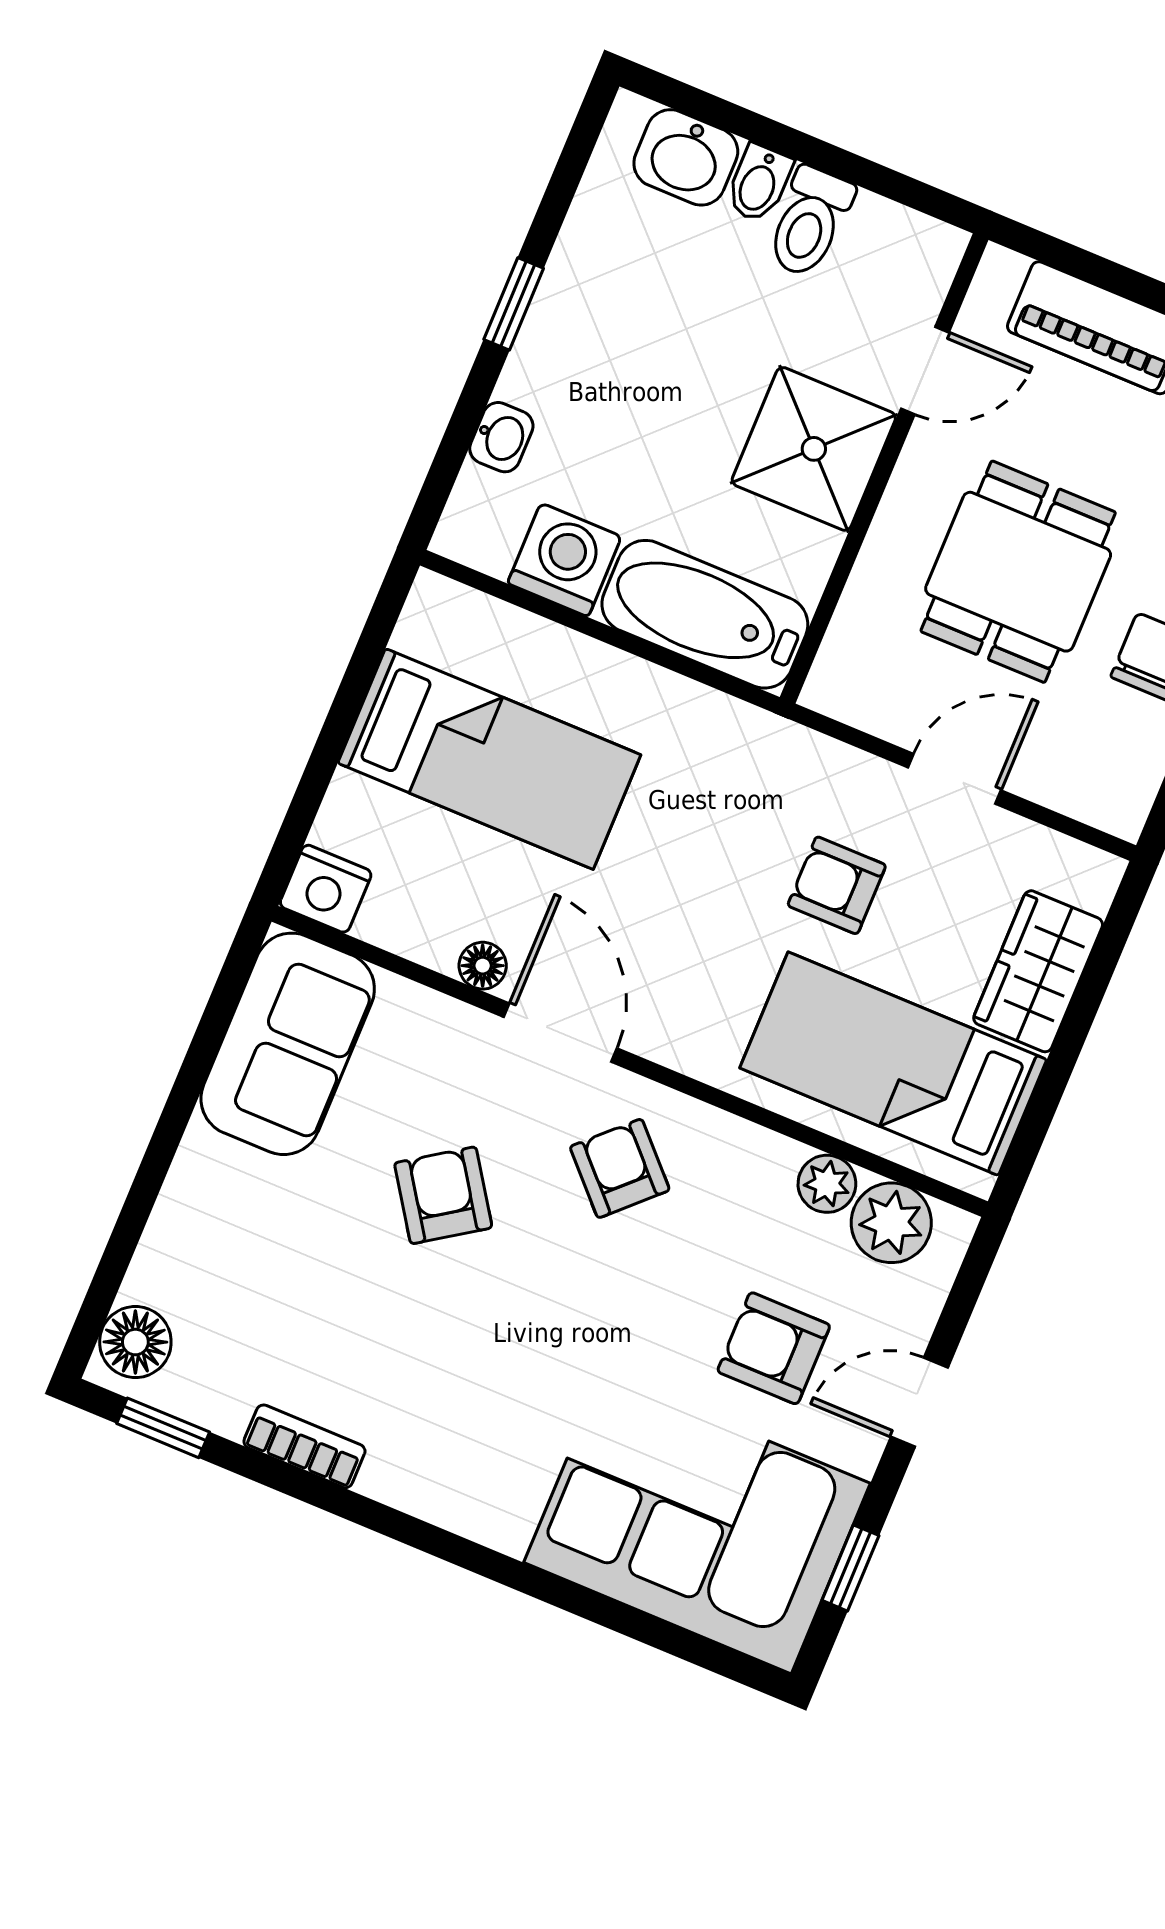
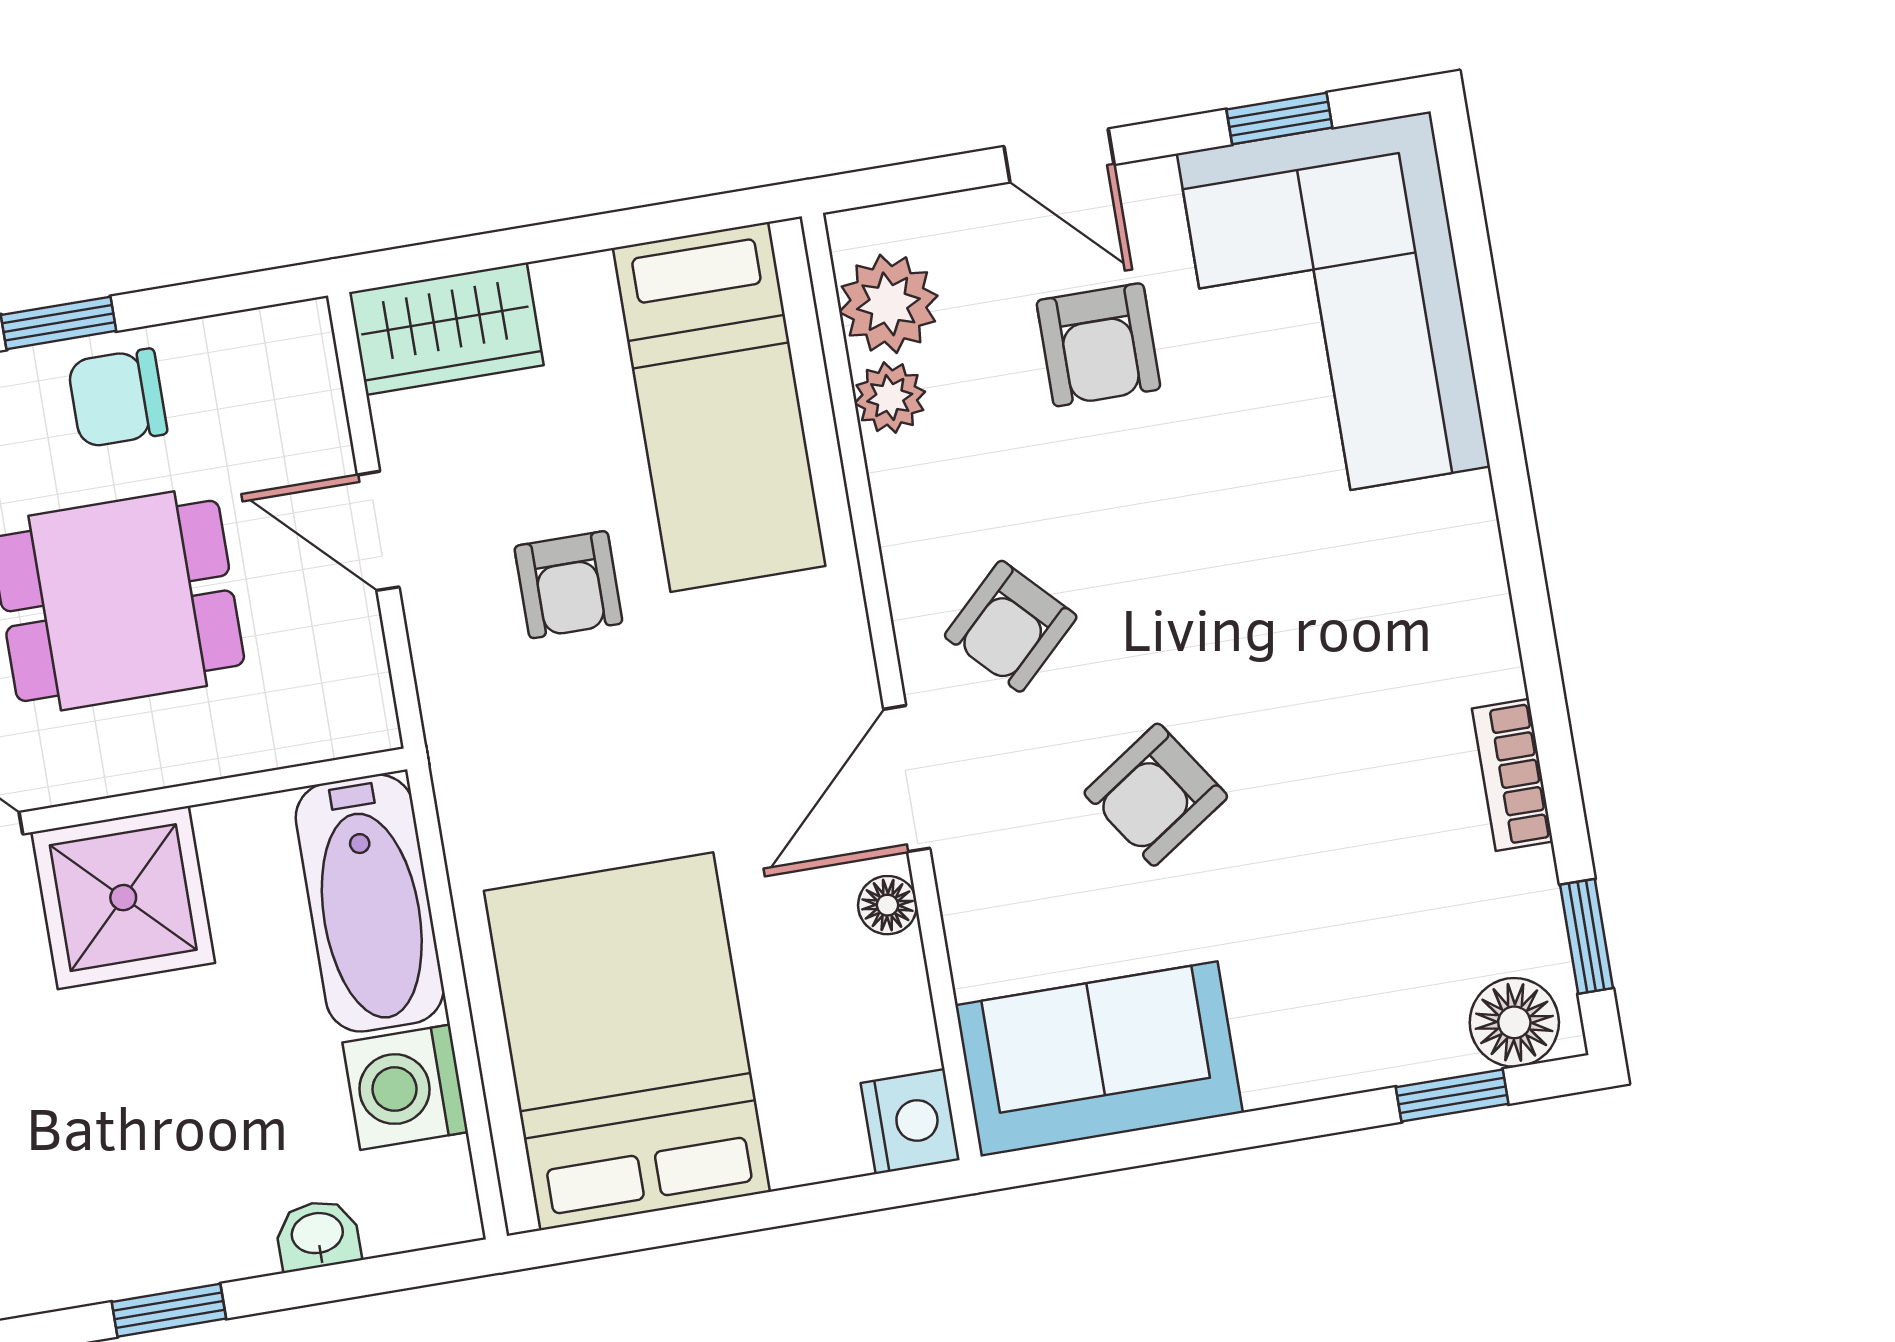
bed: (489, 759) -> (627, 1041), width x1.50
wardrobe: (1038, 971) -> (446, 329), moved
window: (112, 1269) -> (1452, 1096), added

